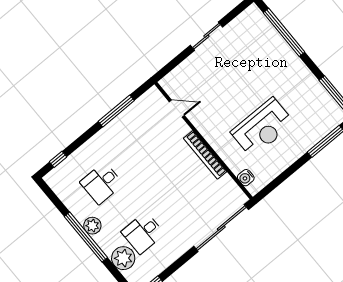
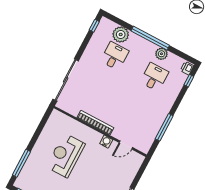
printer: (54, 177) -> (187, 68), added
water cooler: (246, 178) -> (106, 142), moved
plant: (92, 226) -> (162, 54), moved

